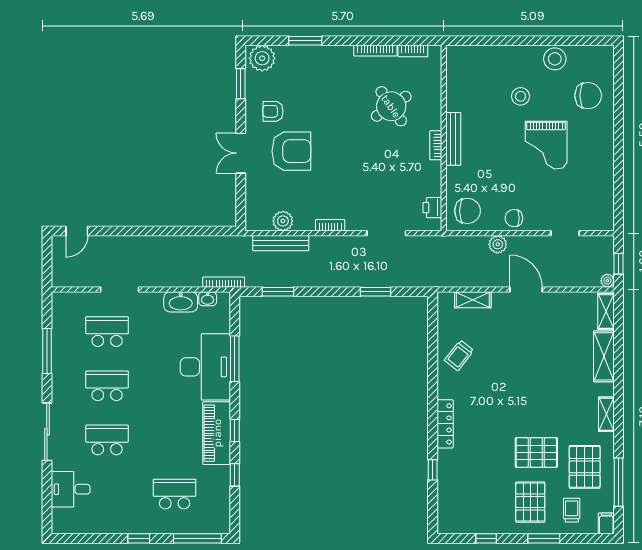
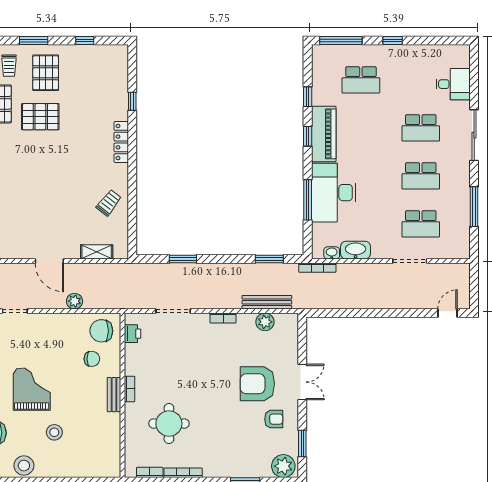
round table: (391, 106) -> (169, 424), turned 34
bench: (453, 139) -> (114, 395), width x0.73
chair: (514, 218) -> (92, 359), moved

